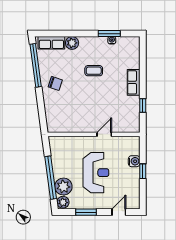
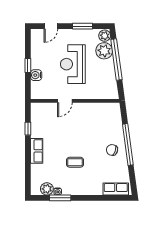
plant: (72, 43) -> (47, 189), moved
window: (36, 65) -> (128, 145), moved

